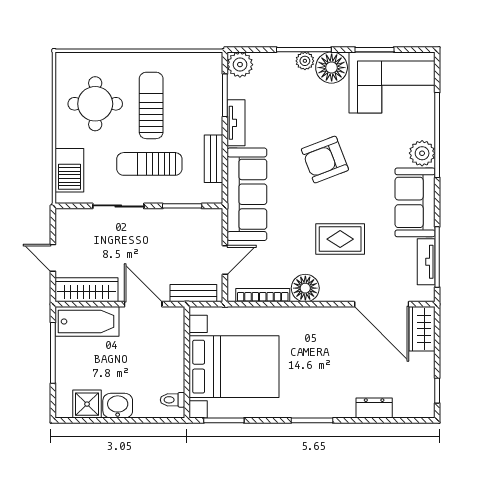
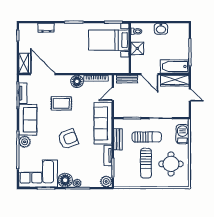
bed with nightstands: (234, 367) -> (109, 40), width x0.73
shower: (87, 404) -> (137, 49), moved

